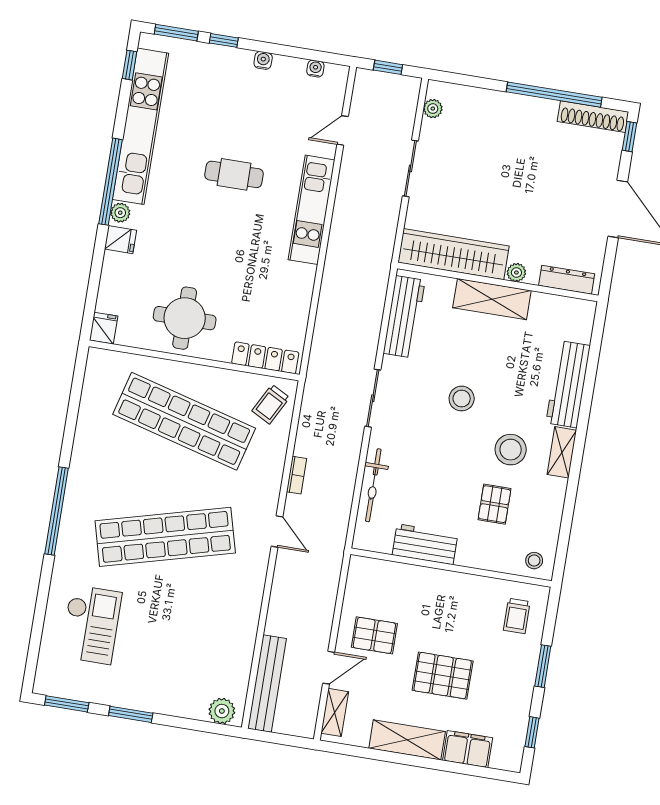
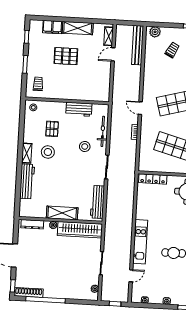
stool: (462, 399) -> (85, 146), moved
trolley: (271, 404) -> (172, 50), moved
pallet: (374, 635) -> (96, 70), removed

